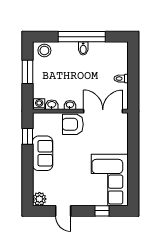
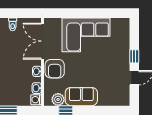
corner sofa: (110, 180) -> (86, 35), moved
plant: (39, 199) -> (58, 99), moved
window: (102, 211) -> (134, 56), moved

